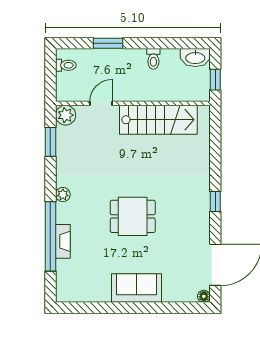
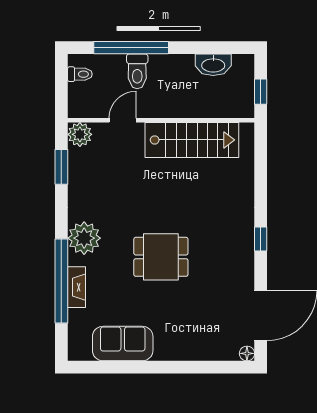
window: (108, 43) -> (131, 48), width x2.11
washbasin: (195, 58) -> (213, 65), moved
toilet: (153, 59) -> (137, 71), moved, width x1.37, depth x1.39
plant: (63, 195) -> (84, 238), width x1.87, depth x1.87
sofa: (137, 288) -> (123, 344), moved

